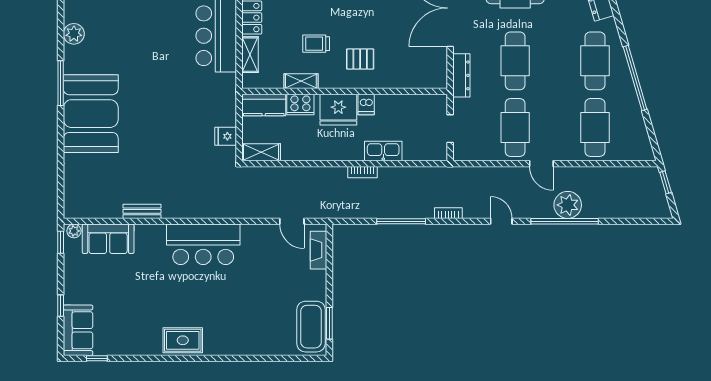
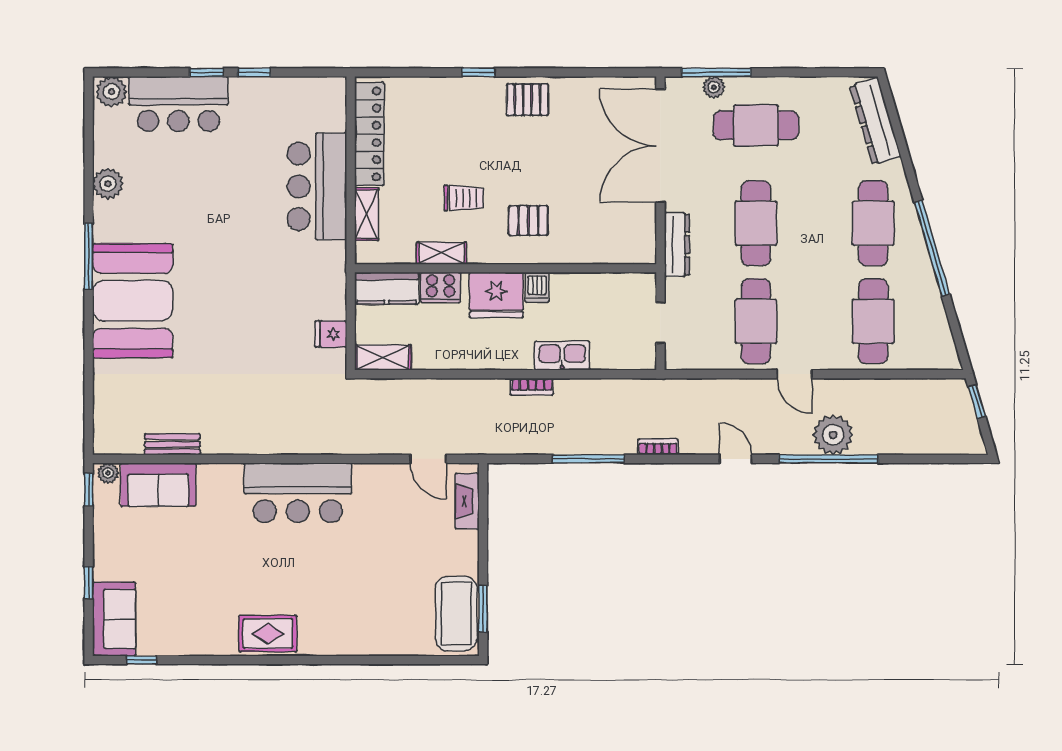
trolley: (316, 44) -> (464, 198), turned 180
bench: (142, 211) -> (172, 444), moved

